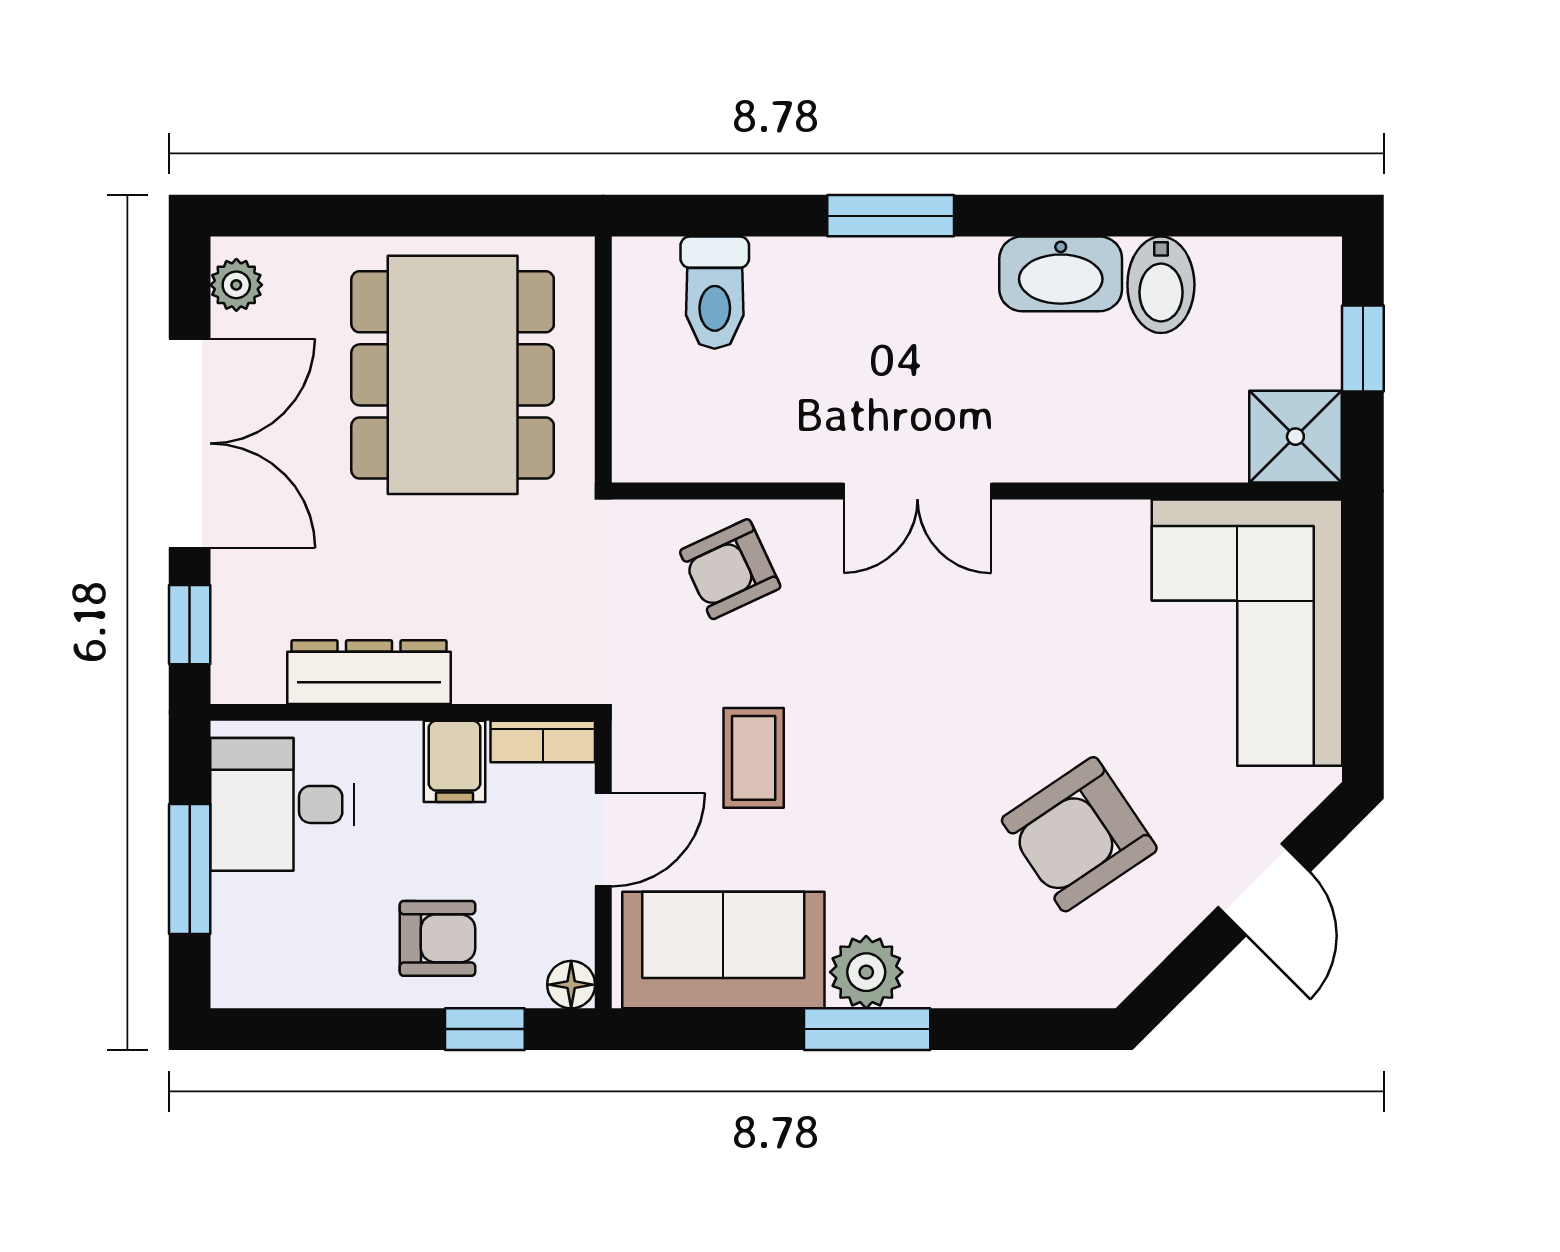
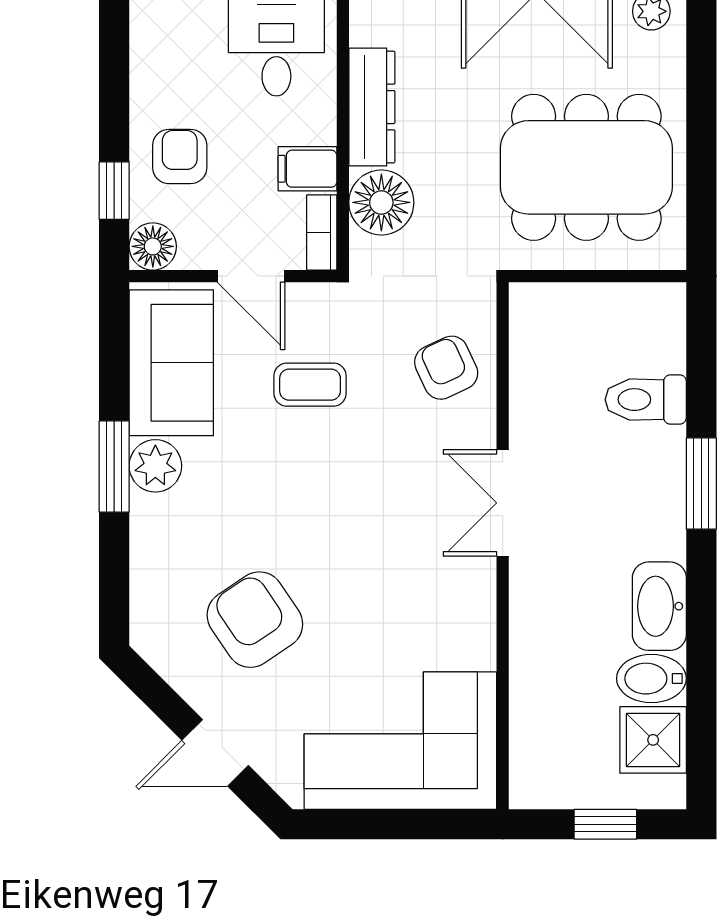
toilet: (715, 293) -> (646, 400), moved
shower: (1295, 437) -> (653, 740), moved
floor lamp: (501, 659) -> (381, 202), added
armchair: (437, 938) -> (180, 156), turned 180
floor lamp: (571, 985) -> (153, 246), width x1.37, depth x1.37

